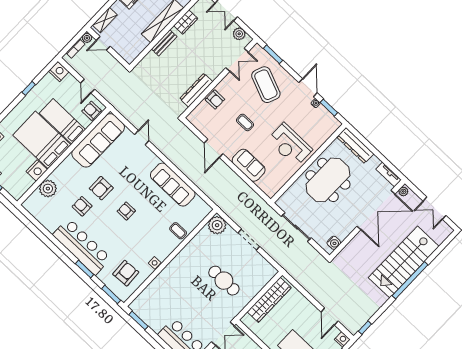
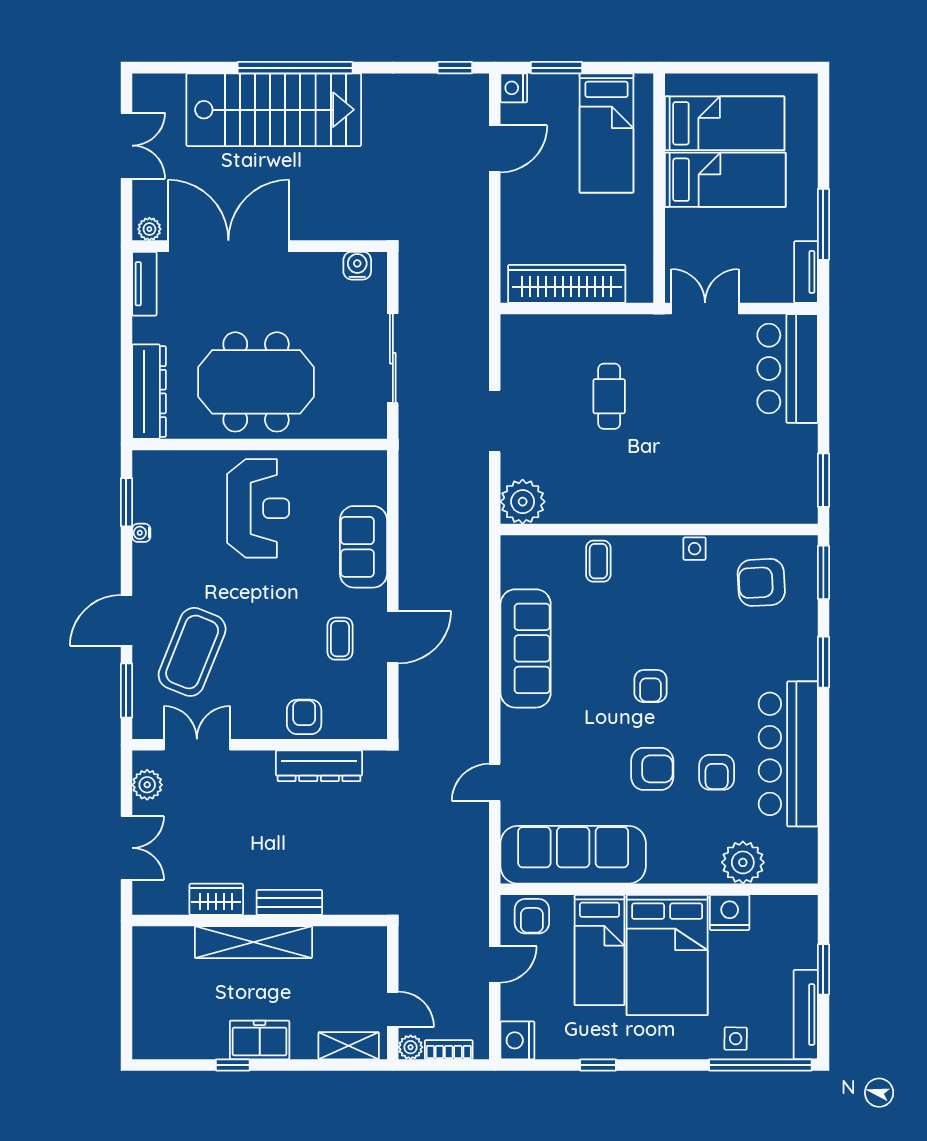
door: (308, 88) -> (126, 620), moved
coffee table: (245, 122) -> (340, 639), moved
bar counter: (82, 247) -> (788, 754), moved
cafe table: (224, 281) -> (609, 396), width x0.73, depth x0.74

